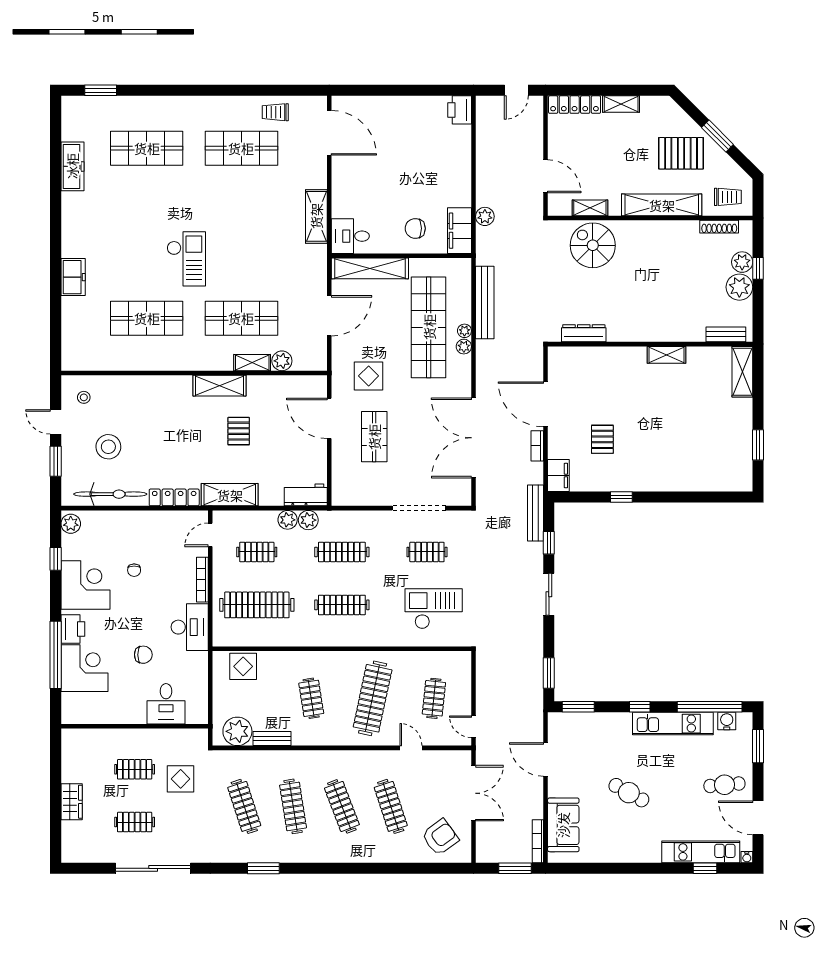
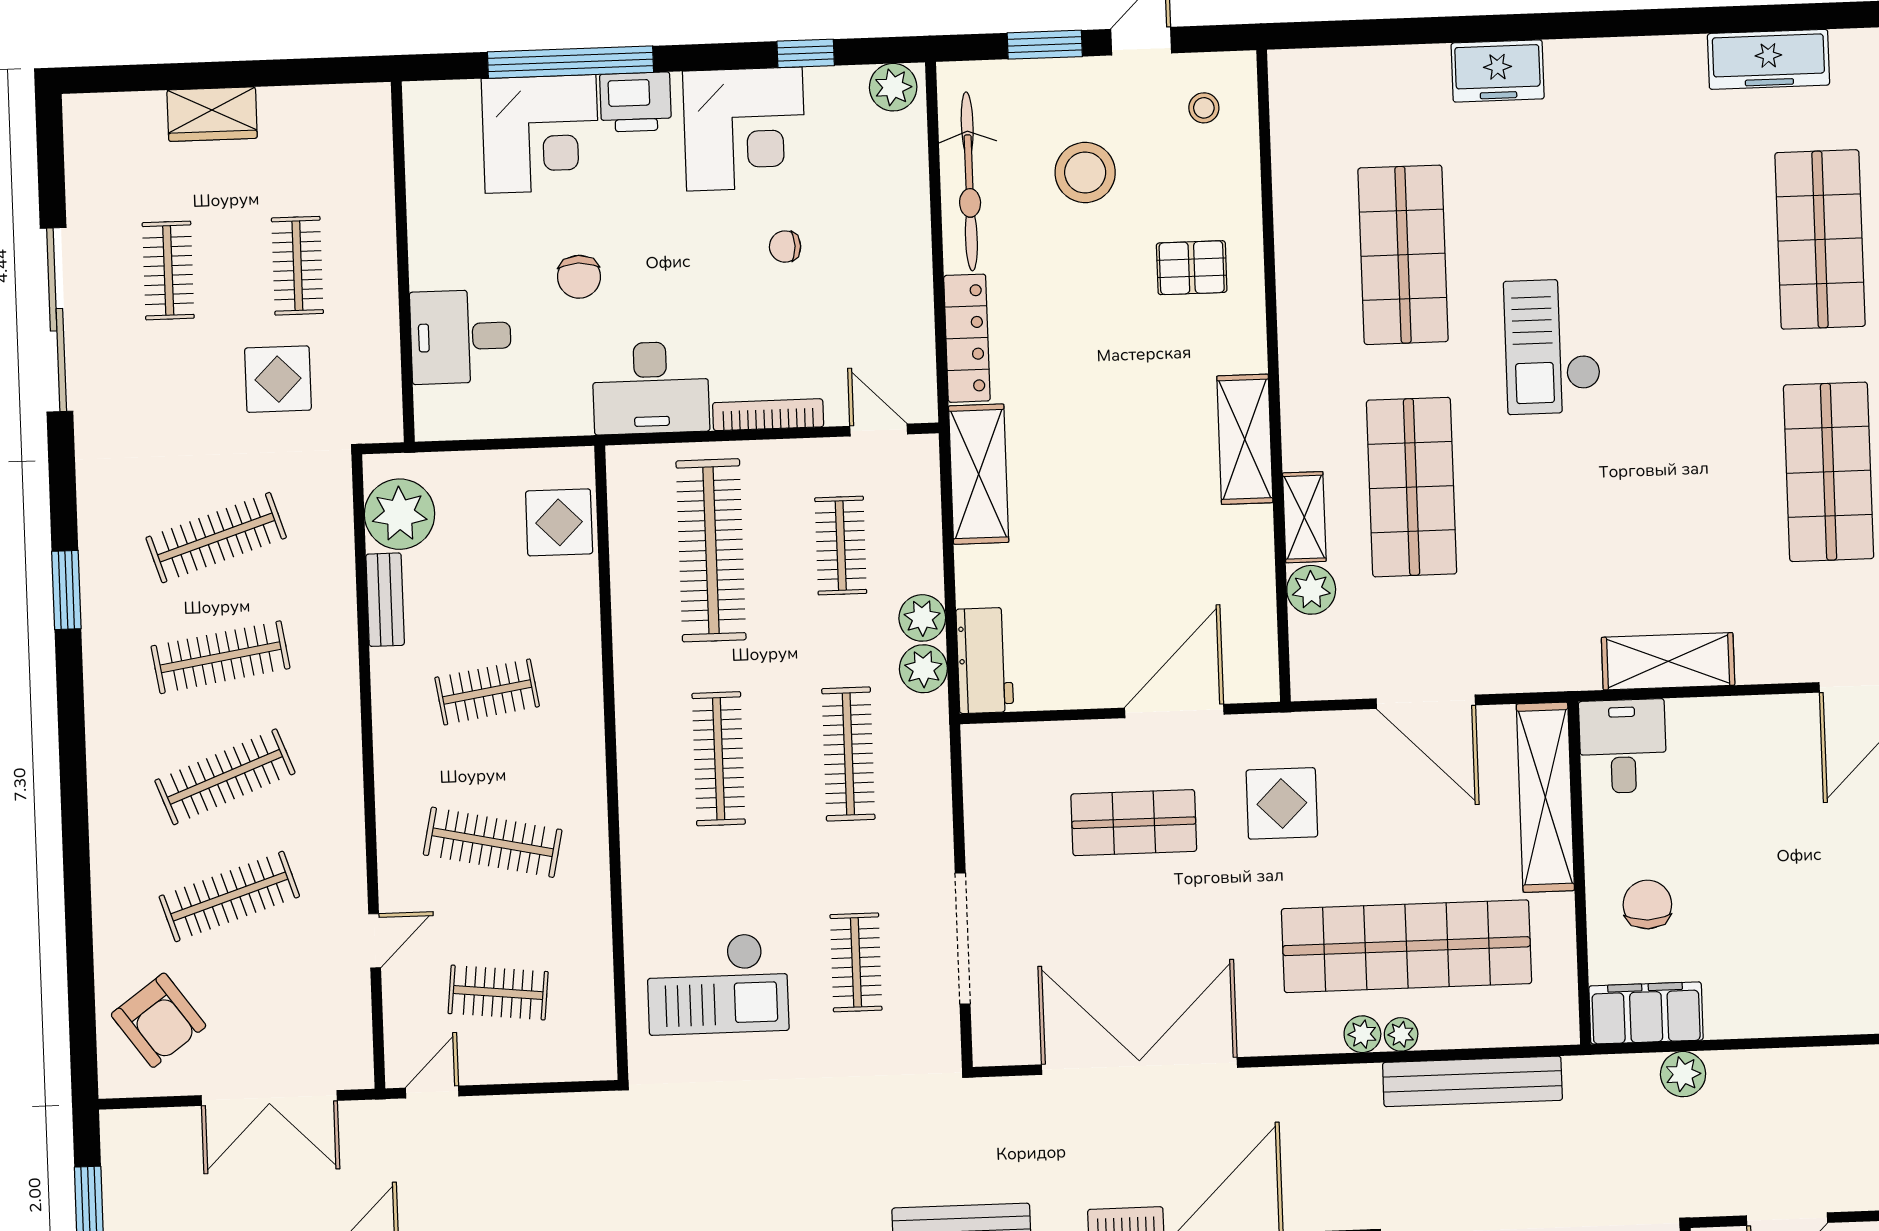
checkout: (186, 259) -> (1552, 346), turned 90
pallet: (239, 431) -> (1192, 268), moved
checkout: (434, 609) -> (718, 984), turned 90
clothes rail: (373, 698) -> (493, 842), width x0.73, depth x0.76

